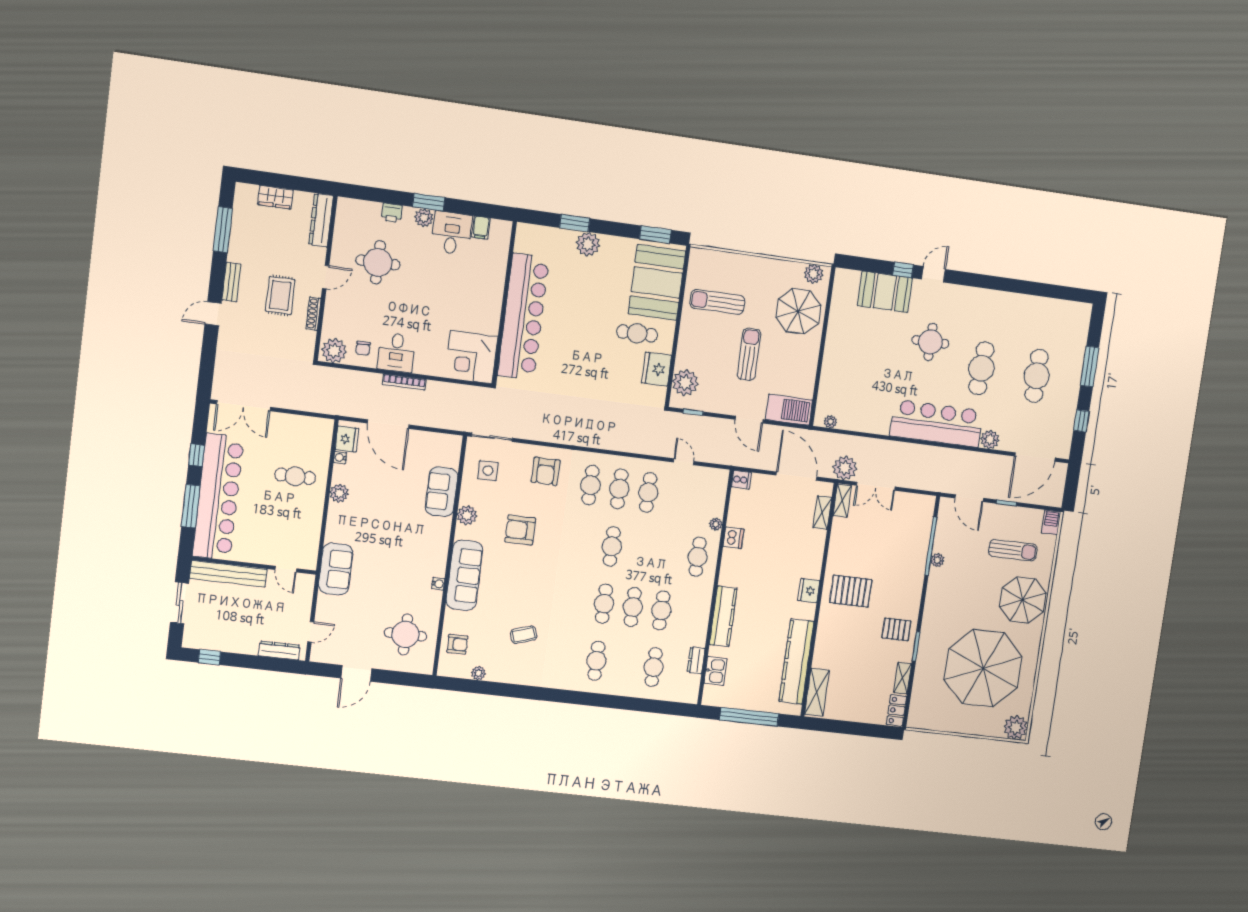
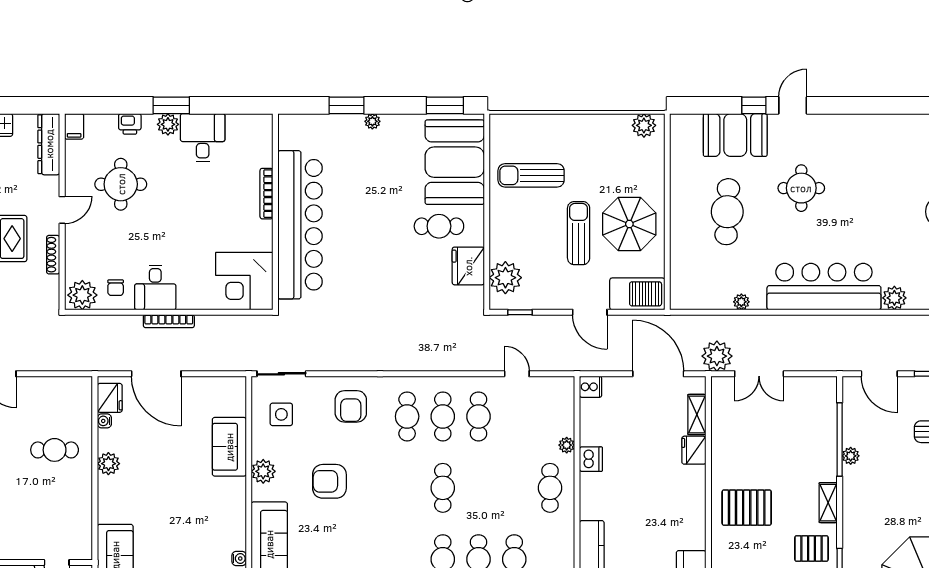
filing cabinet: (481, 228) -> (74, 126), moved
plant: (588, 244) -> (372, 121), width x0.53, depth x0.53
bookcase: (499, 287) -> (266, 194), added
parasol: (798, 311) -> (629, 224), moved
cafe table: (981, 368) -> (727, 212), moved
plant: (830, 422) -> (741, 302), moved
shelving: (842, 501) -> (828, 503), moved
fridge: (809, 591) -> (694, 450), moved

